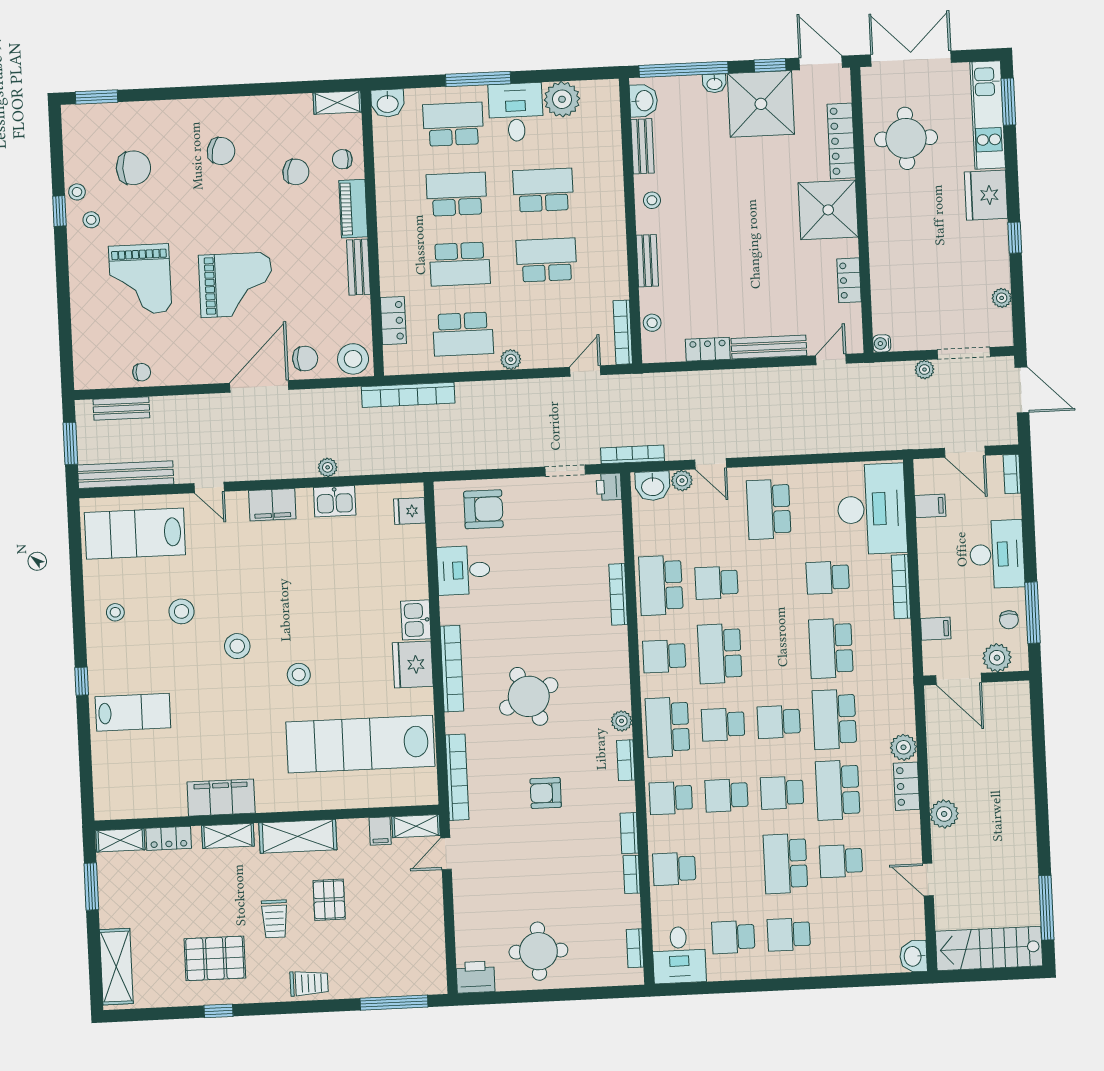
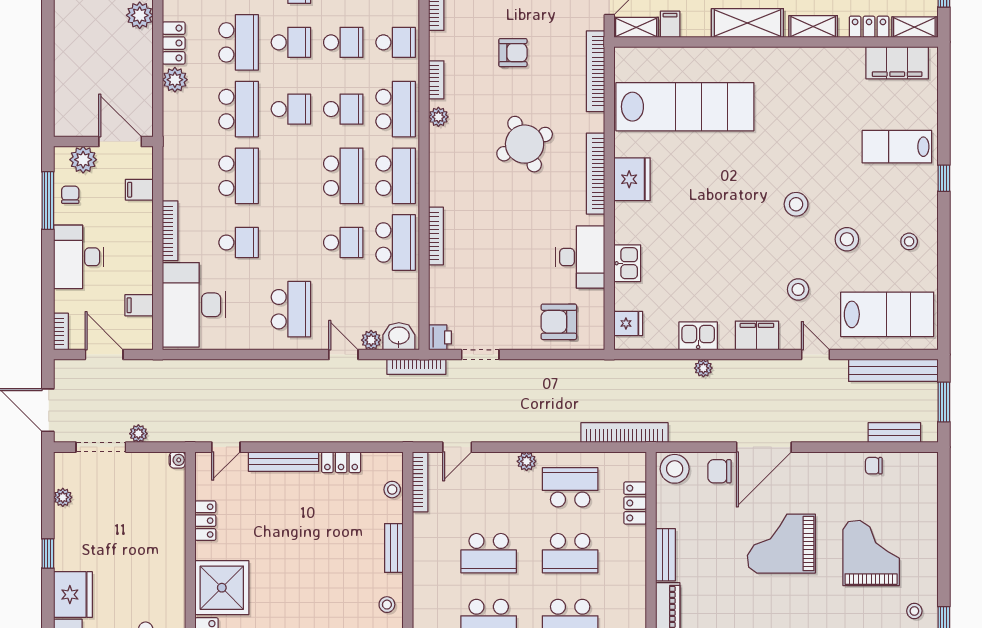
school desk: (460, 264) -> (570, 553), turned 180
desk: (464, 570) -> (580, 257), width x1.37
kitchen sink: (416, 620) -> (627, 263), moved
school desk: (664, 656) -> (396, 176), width x1.85
stool: (299, 675) -> (798, 289), moved
filing cabinet: (221, 798) -> (897, 63), moved

